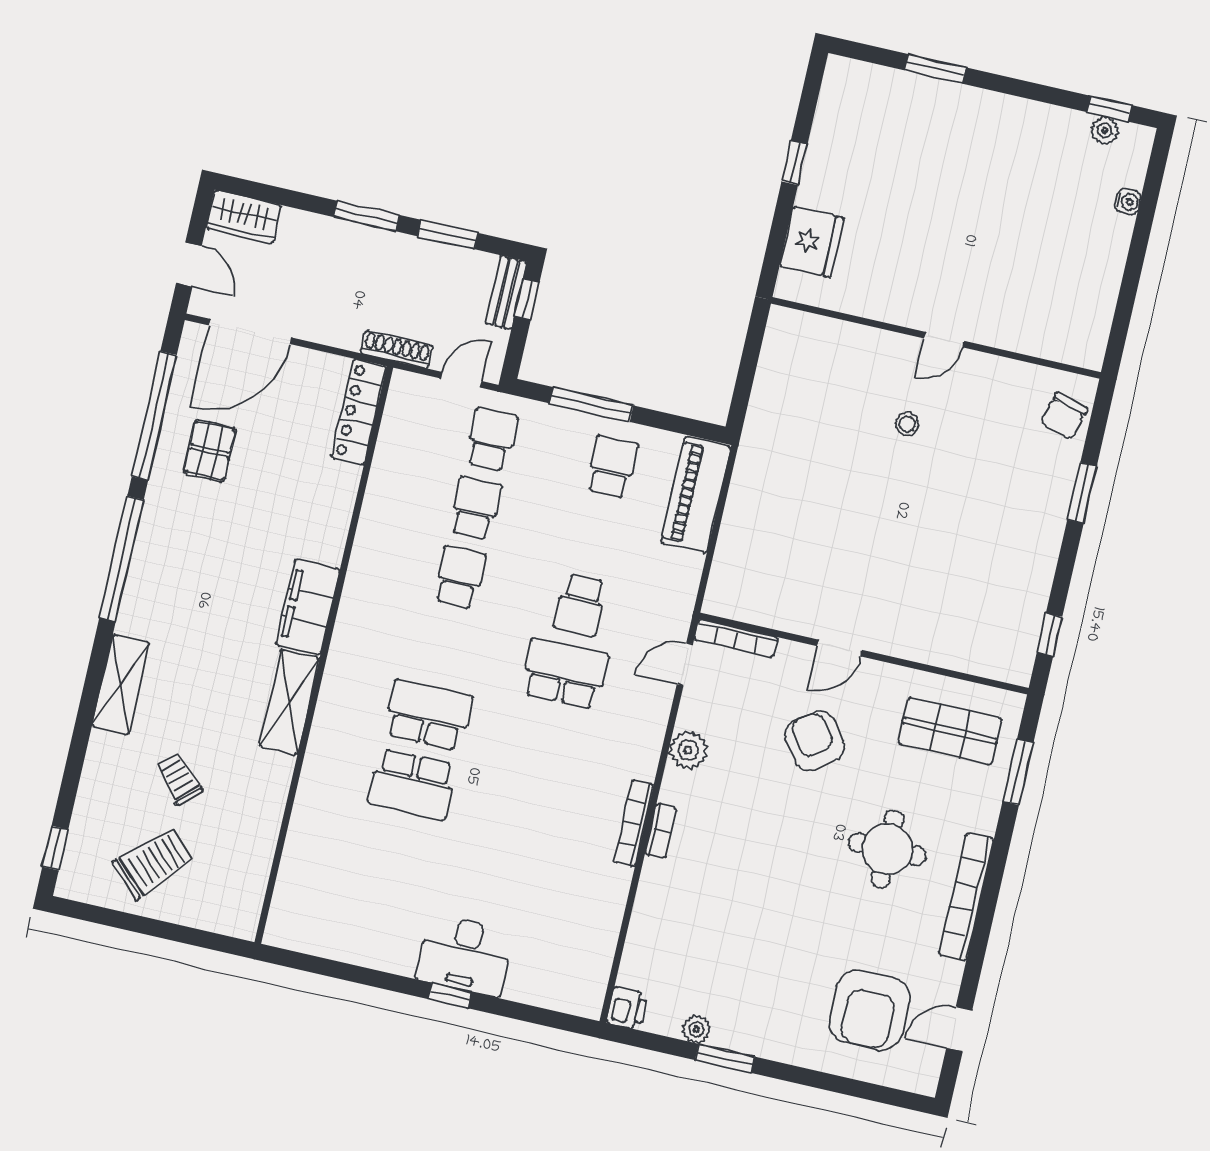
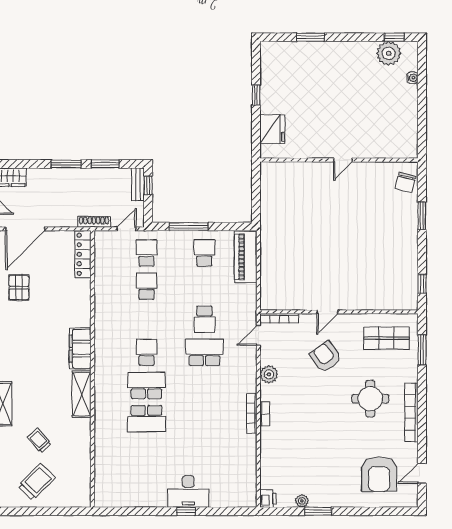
plant: (1105, 130) -> (389, 53), width x1.88, depth x1.88
stool: (907, 424) -> (335, 202), removed
school desk: (460, 577) -> (146, 352), moved

